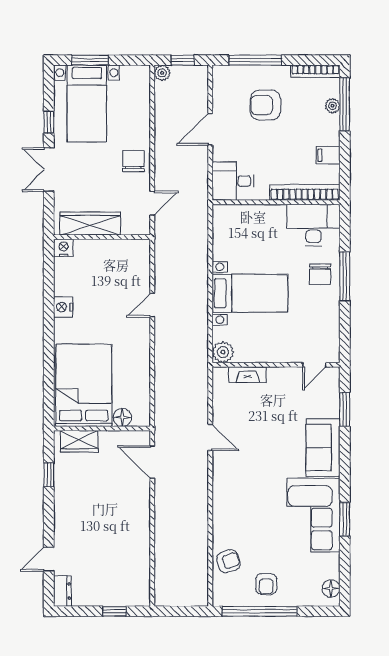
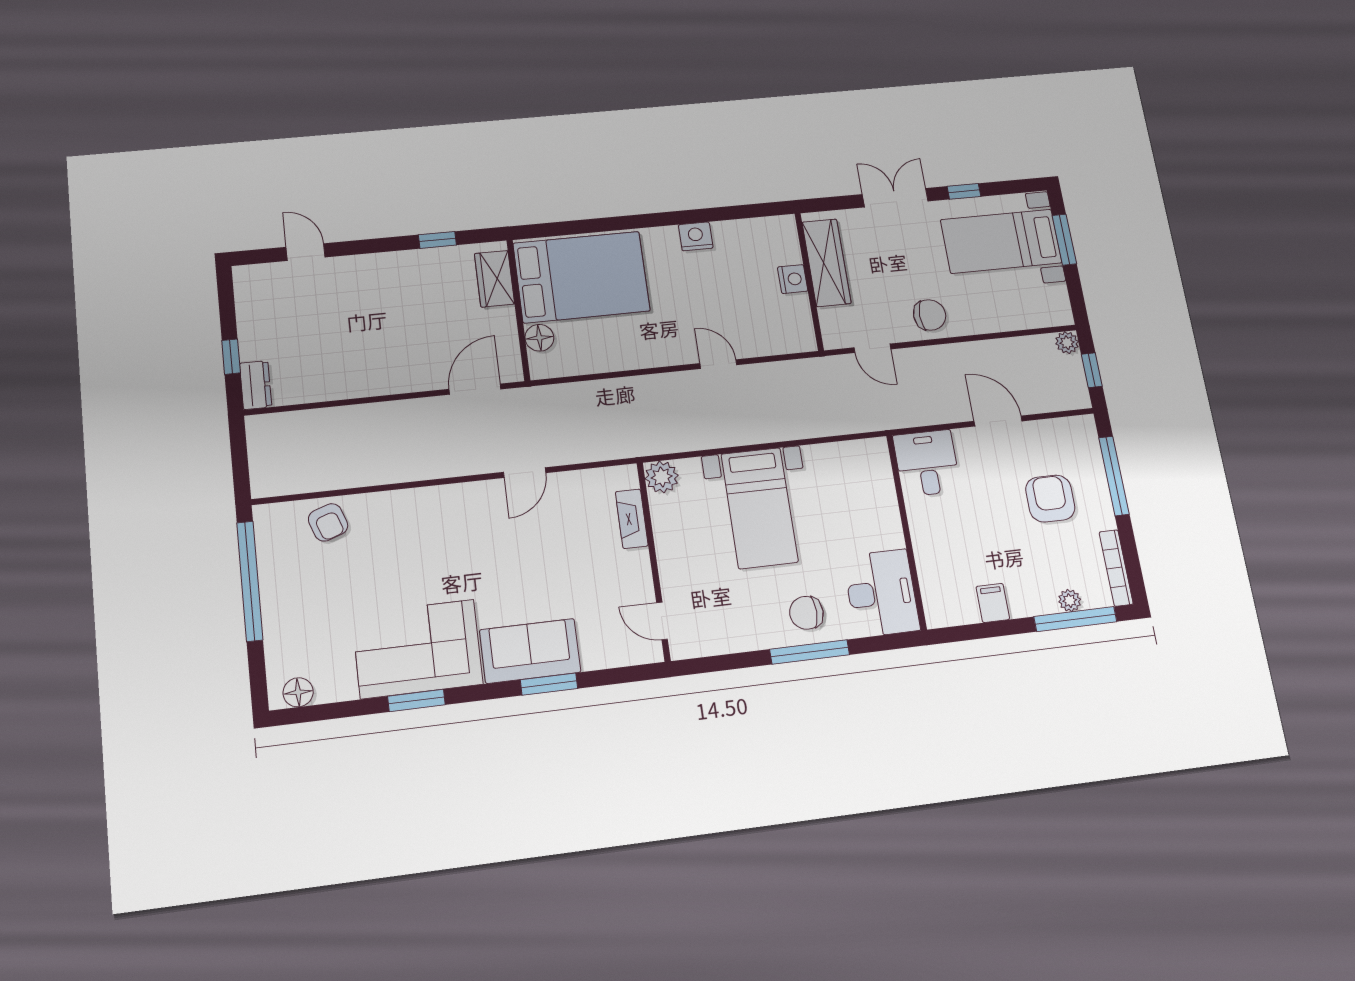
bookcase: (305, 192) -> (929, 574), removed
nightstand: (64, 248) -> (793, 279), moved
window: (345, 409) -> (549, 684), moved
armchair: (266, 584) -> (296, 586), removed
dresser: (62, 591) -> (256, 385), moved, turned -90

